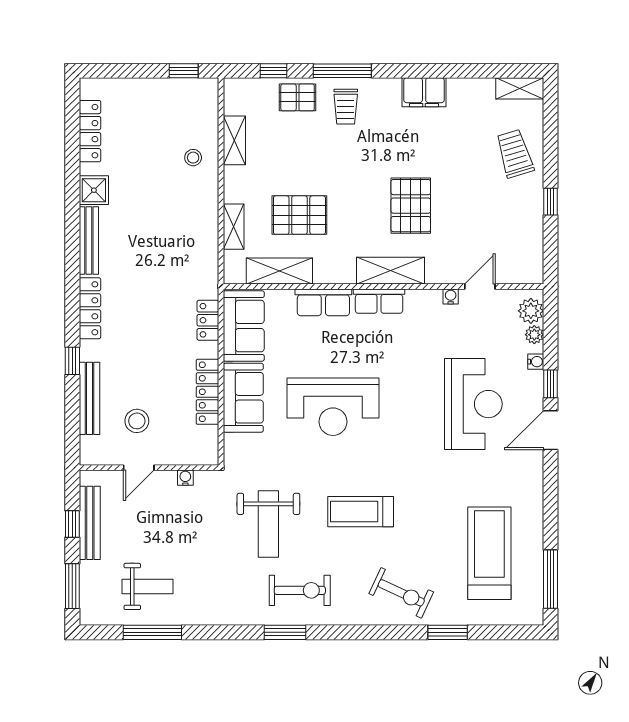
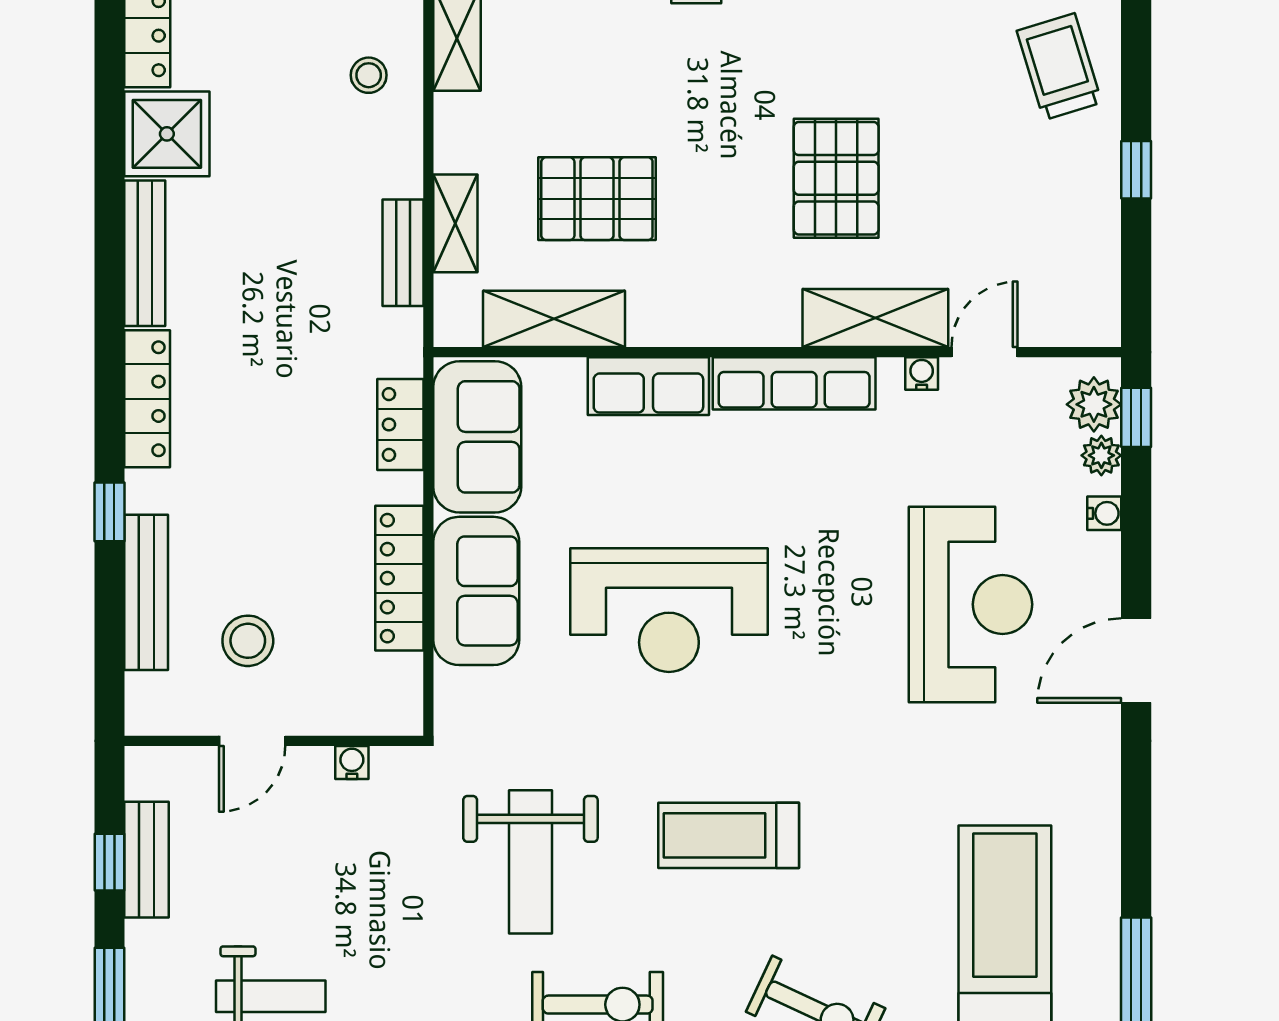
shower: (94, 190) -> (167, 134), width x1.36, depth x1.36
bench: (209, 240) -> (403, 253), added
shelving: (390, 271) -> (875, 318), moved
row of seats: (379, 301) -> (794, 383), width x1.48
window: (550, 384) -> (1136, 417), moved
bench: (90, 523) -> (147, 860), width x0.73

